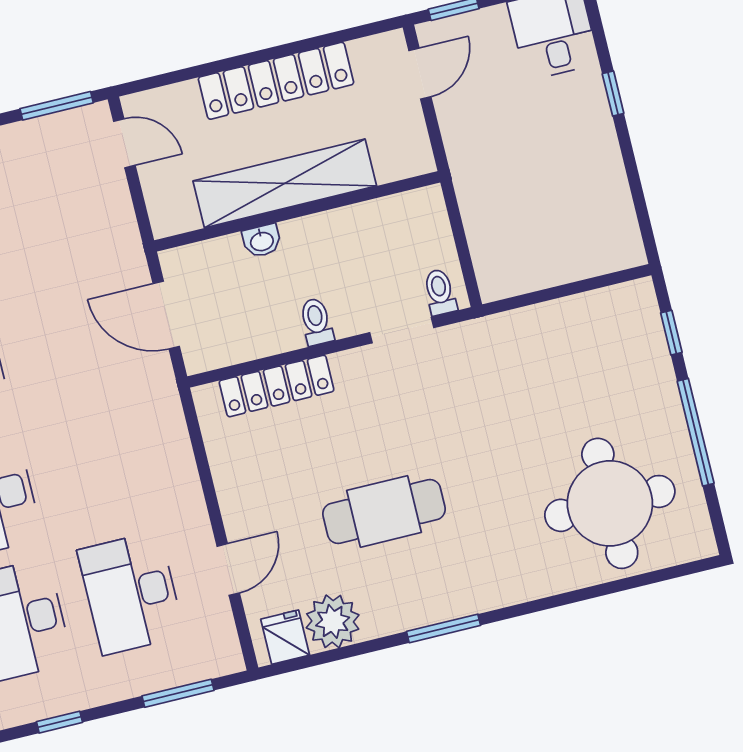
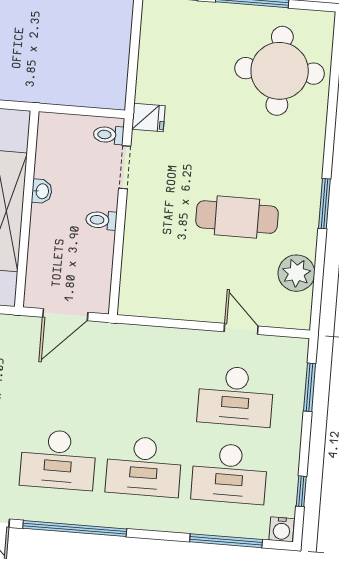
washbasin: (262, 241) -> (42, 191), moved
locker: (277, 386) -> (134, 259), removed
cafe table: (384, 511) -> (237, 217), turned 90
fridge: (285, 637) -> (148, 117), moved, turned 180
window: (59, 722) -> (301, 491), moved

